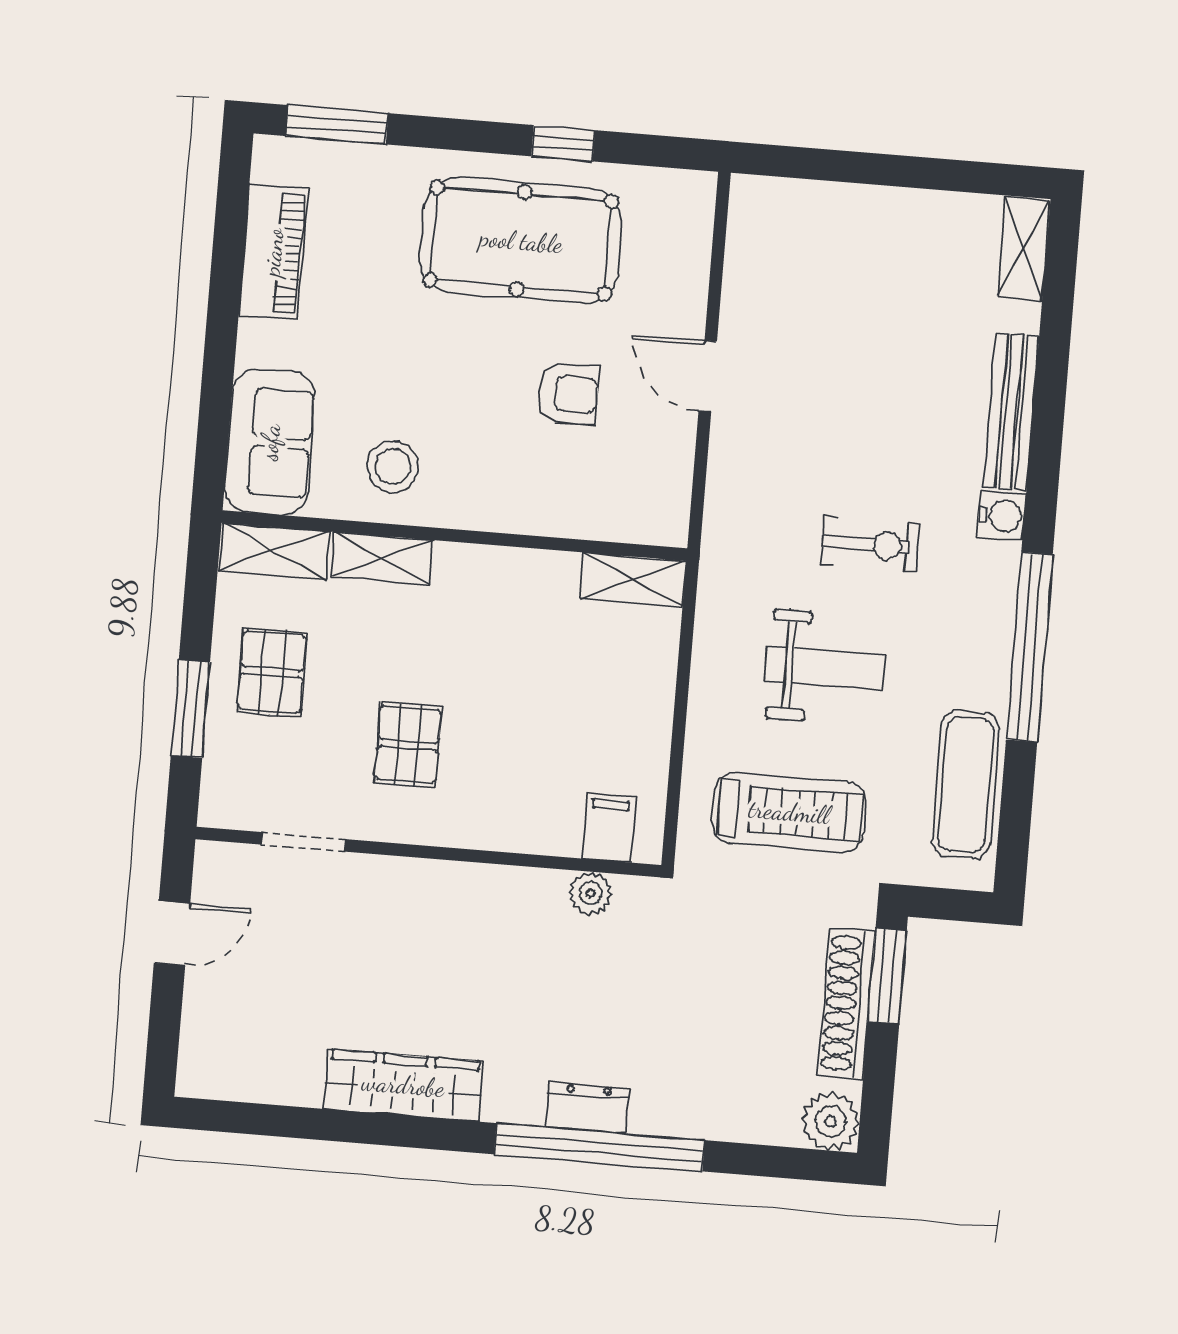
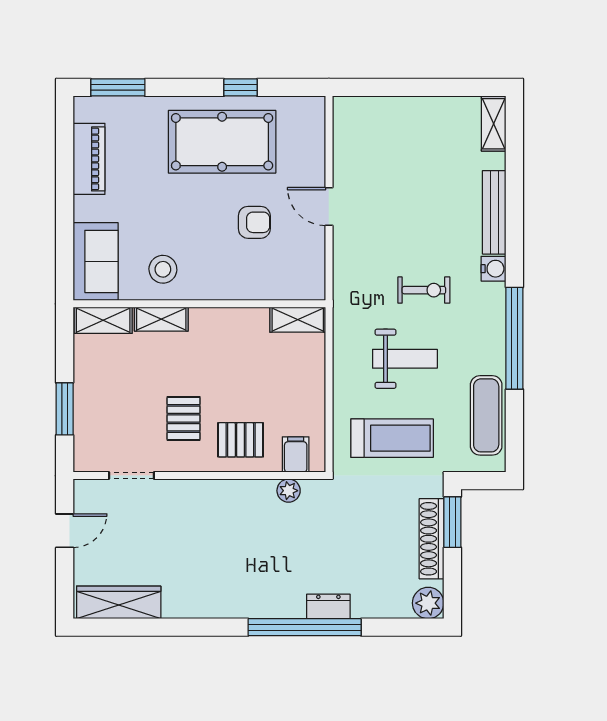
pallet: (272, 672) -> (241, 440), moved, turned 90
wardrobe: (403, 1085) -> (119, 602), moved
dresser: (588, 1108) -> (328, 606), moved

